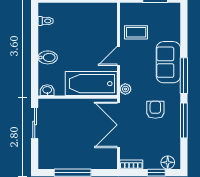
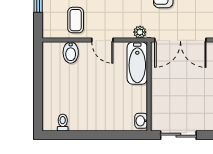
bidet: (48, 57) -> (71, 53), moved, turned 180
bathtub: (91, 84) -> (137, 63), width x0.73, depth x0.73

